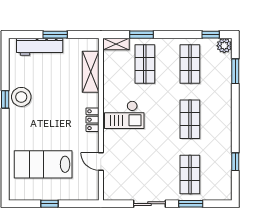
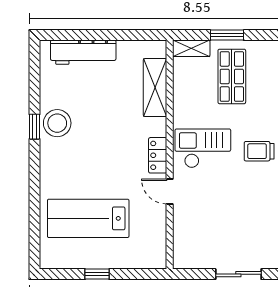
window: (55, 35) -> (105, 35), removed
checkout: (124, 115) -> (203, 148), turned 180
trolley: (164, 117) -> (259, 151), added
door: (101, 161) -> (170, 191), moved

